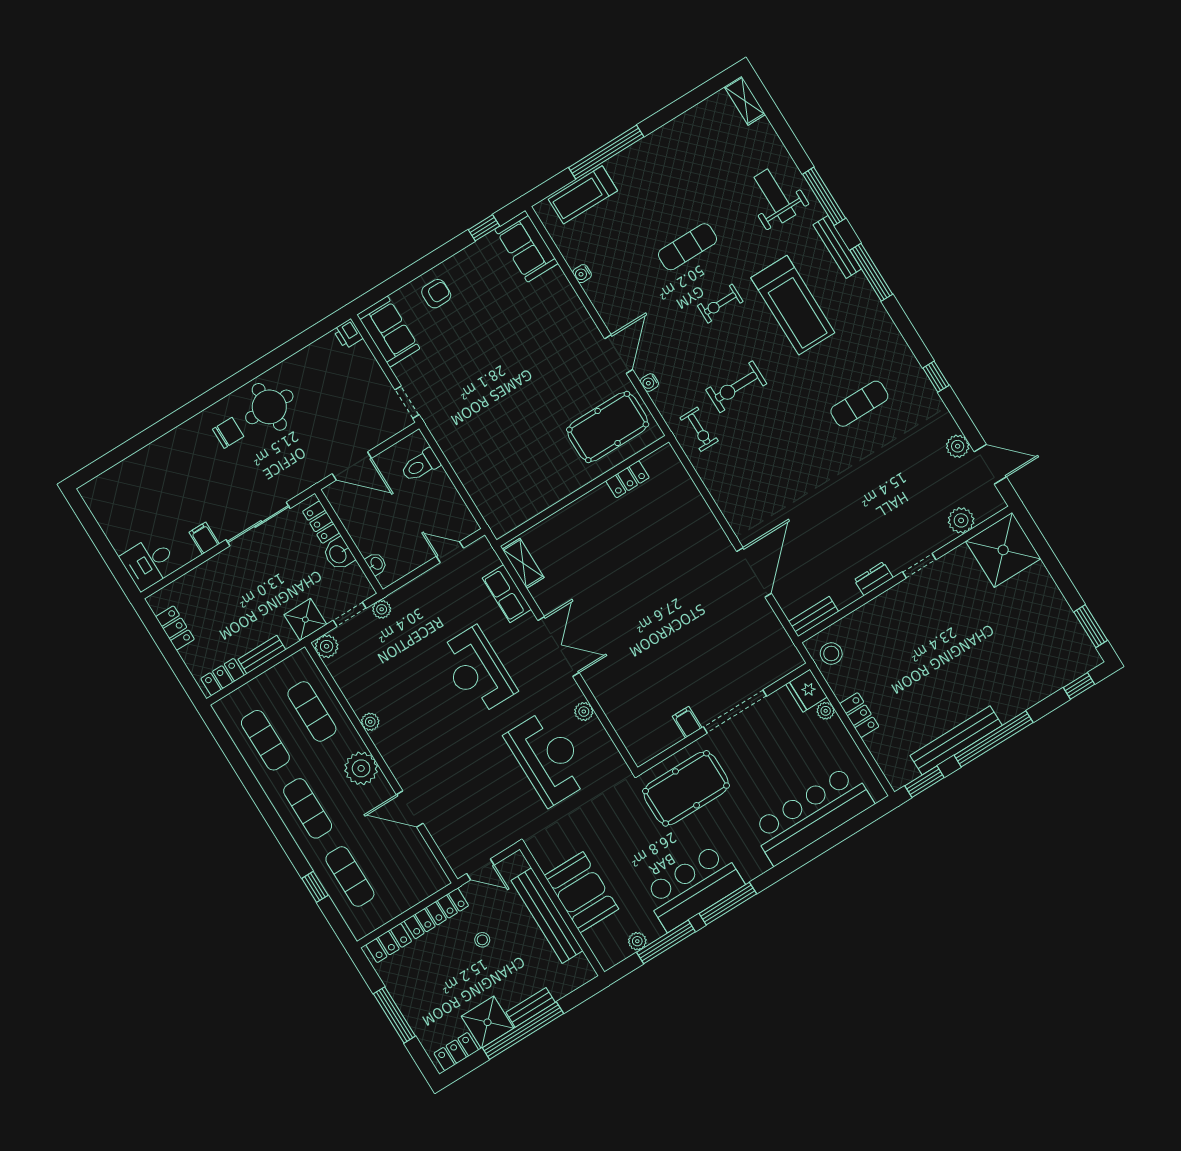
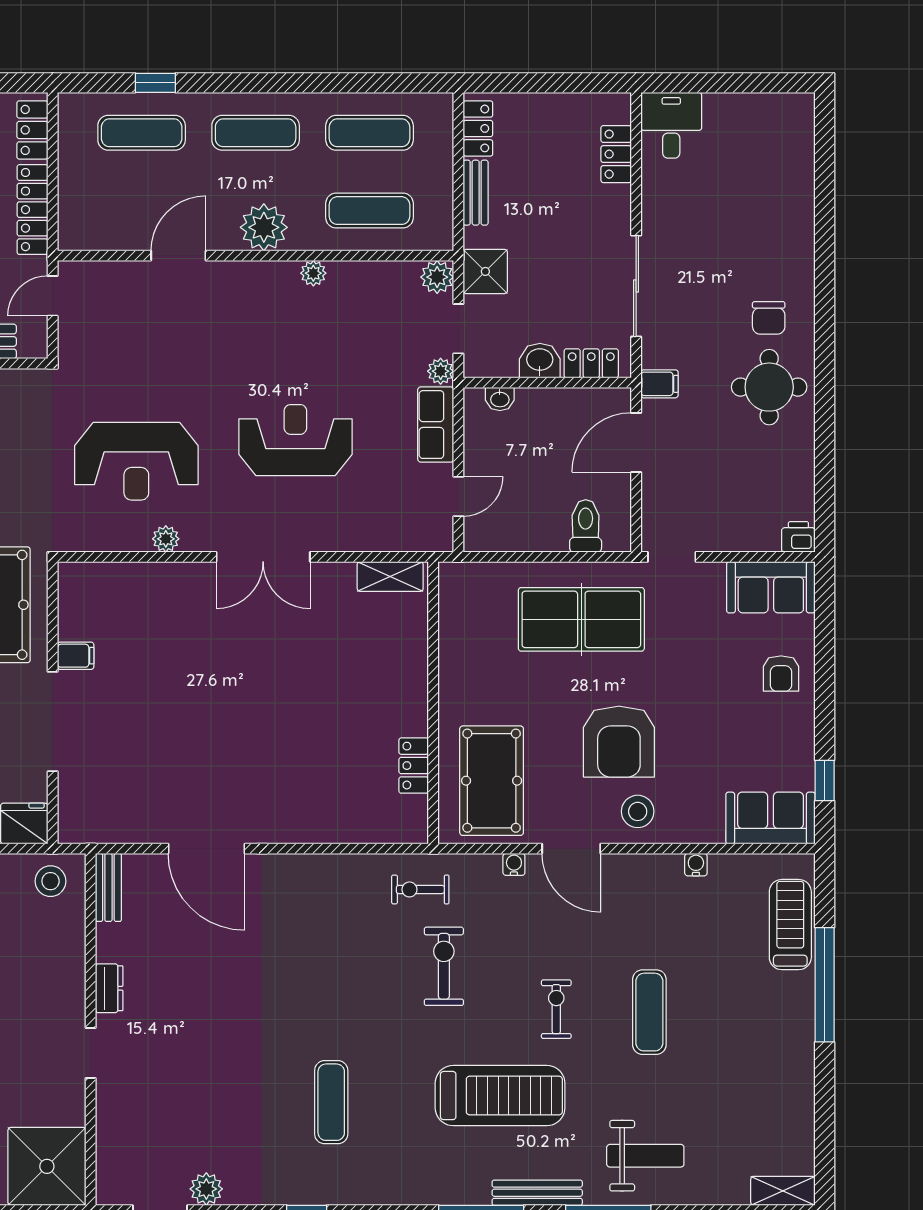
treadmill: (793, 305) -> (500, 1096), turned 180
stool: (572, 328) -> (638, 811), added
armchair: (537, 365) -> (619, 742), added
table tennis table: (478, 433) -> (581, 619), added
plant: (961, 520) -> (114, 1138), removed
filing cabinet: (204, 538) -> (660, 384), moved
row of seats: (507, 594) -> (436, 425), moved, turned -90
locker: (175, 628) -> (616, 154), moved, turned 90

